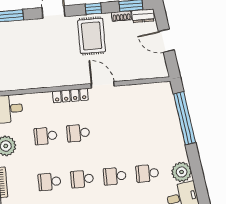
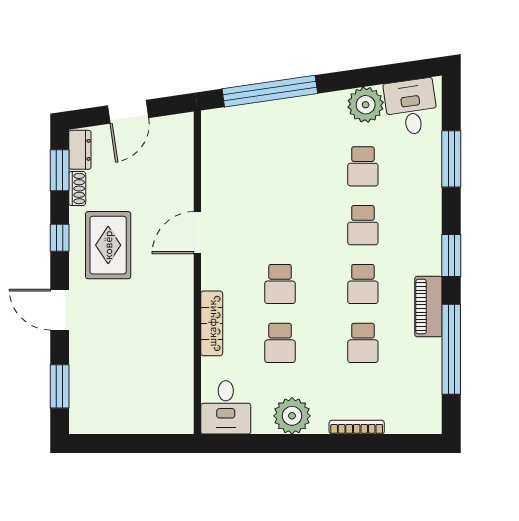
rug: (92, 36) -> (108, 245), turned 90
locker: (70, 96) -> (212, 323), moved

